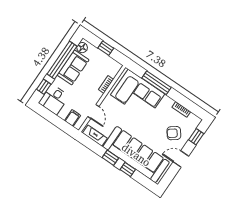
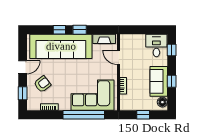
window: (62, 60) -> (172, 81), width x0.32
window: (156, 83) -> (84, 115), width x1.46
filing cabinet: (72, 118) -> (132, 41), removed

